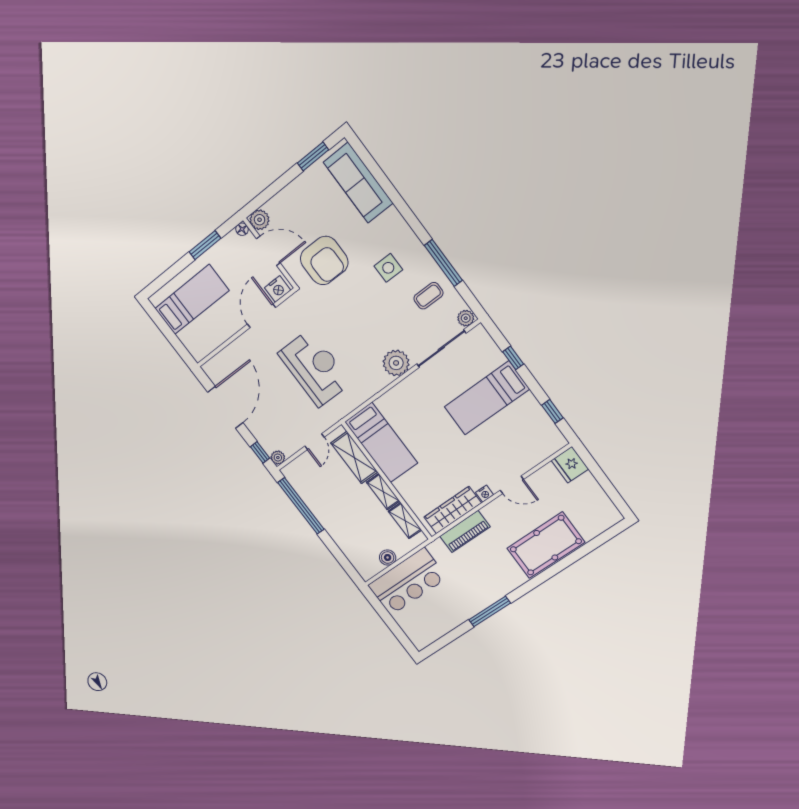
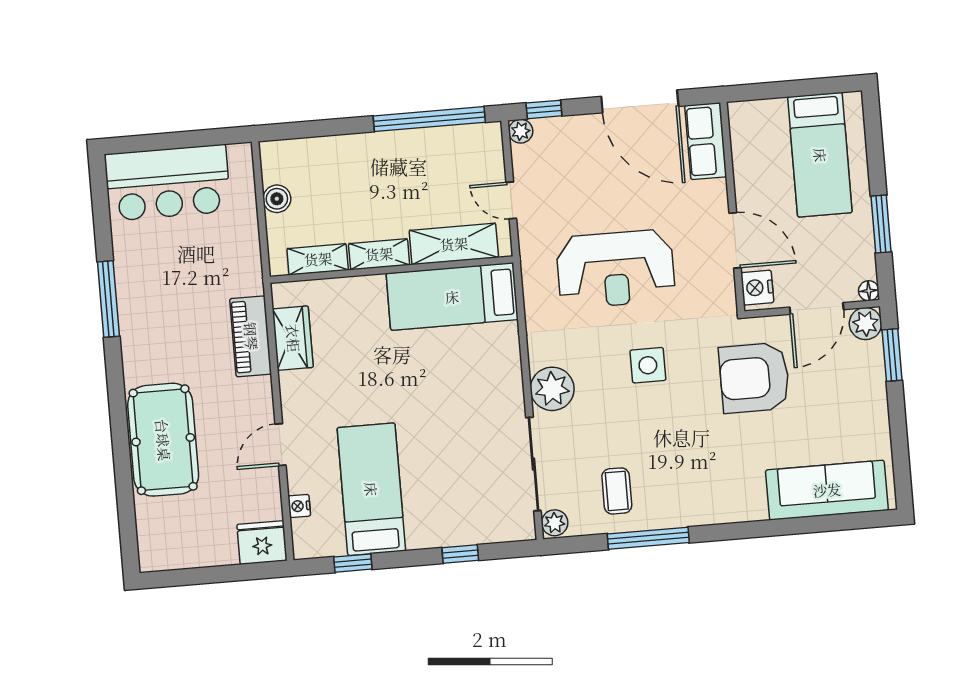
window: (313, 156) -> (892, 355), moved
side table: (388, 268) -> (648, 365), moved
row of seats: (223, 362) -> (706, 141), added
bed: (487, 398) -> (371, 489), moved
nightstand: (485, 494) -> (299, 506), moved
wardrobe: (453, 510) -> (293, 338), width x0.67
bar counter: (407, 582) -> (168, 183), moved, turned -90

